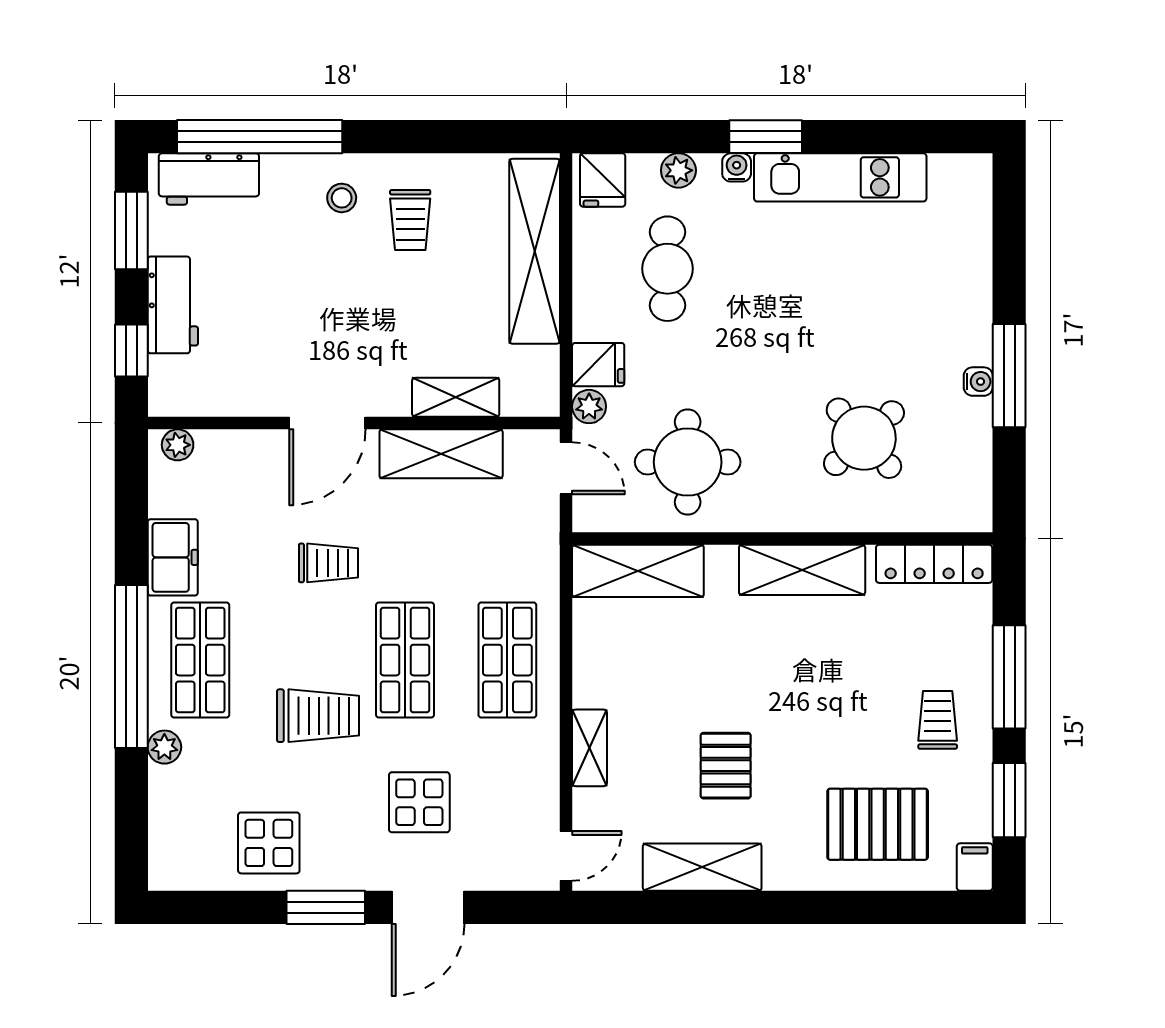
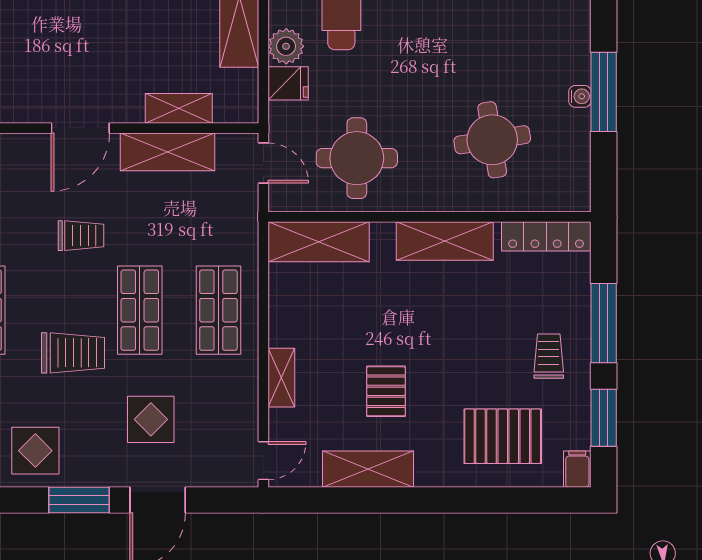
plant: (589, 407) -> (286, 46), moved, width x1.38, depth x1.38
round table: (864, 438) -> (492, 140), turned 33

